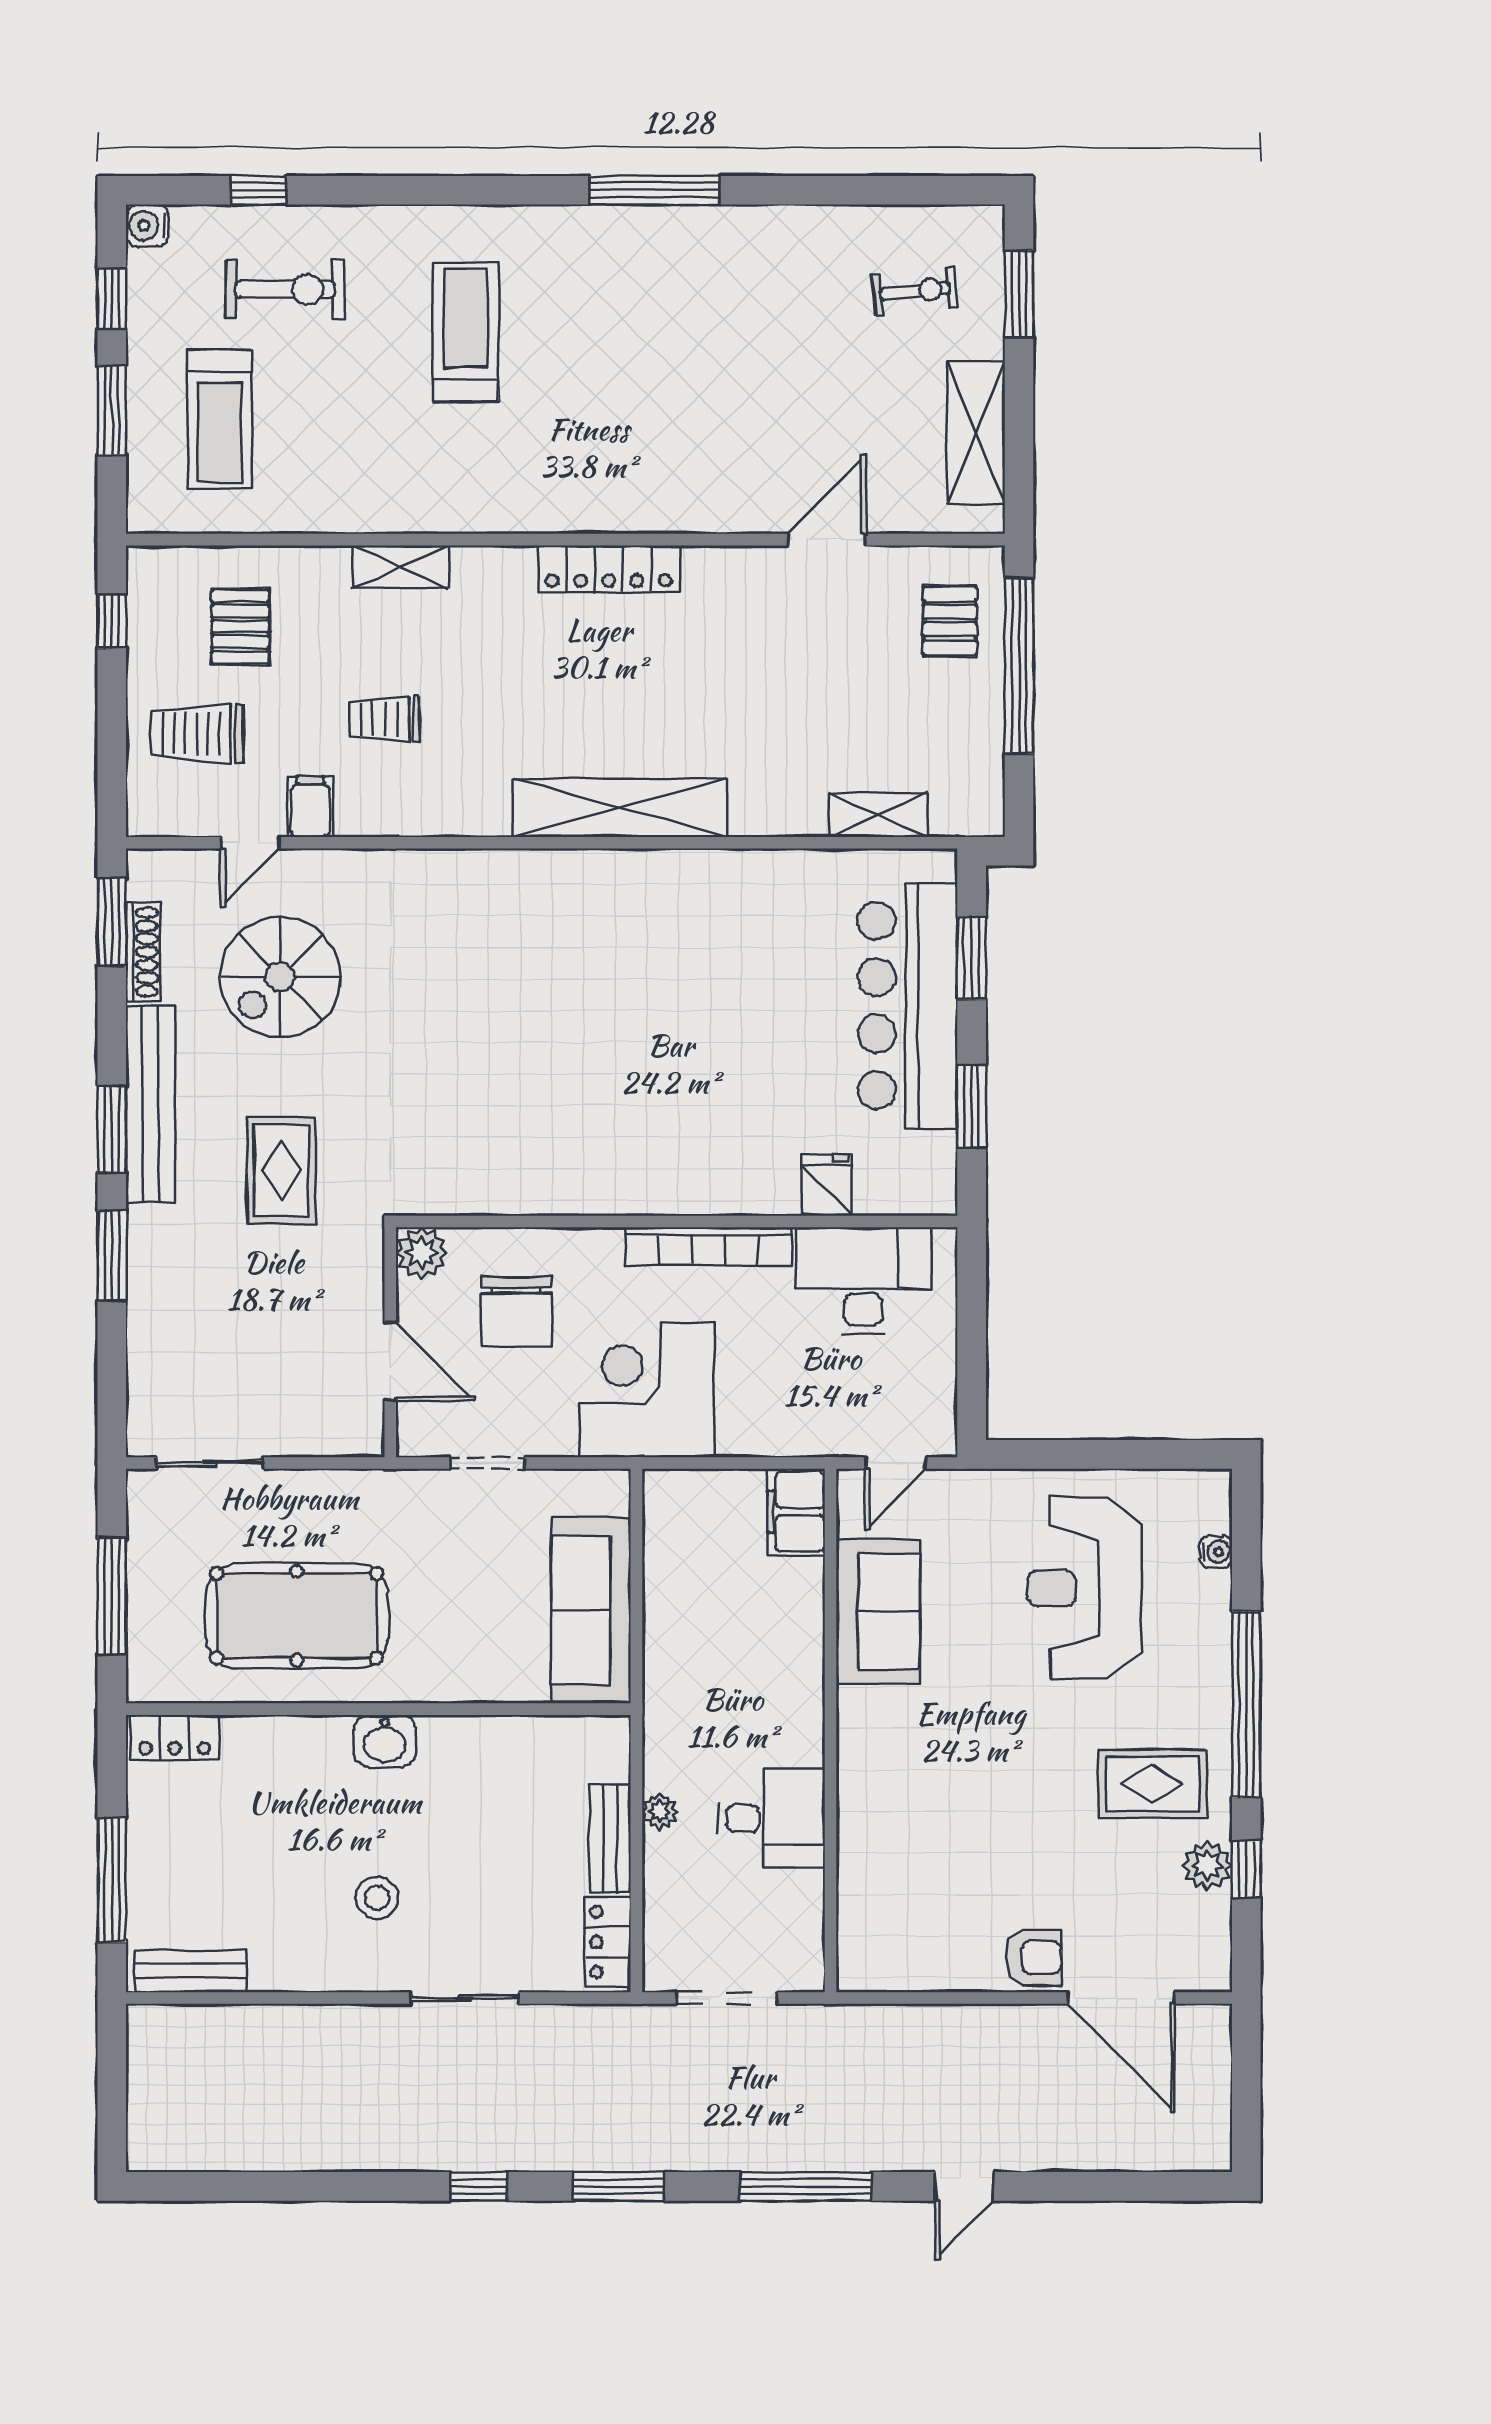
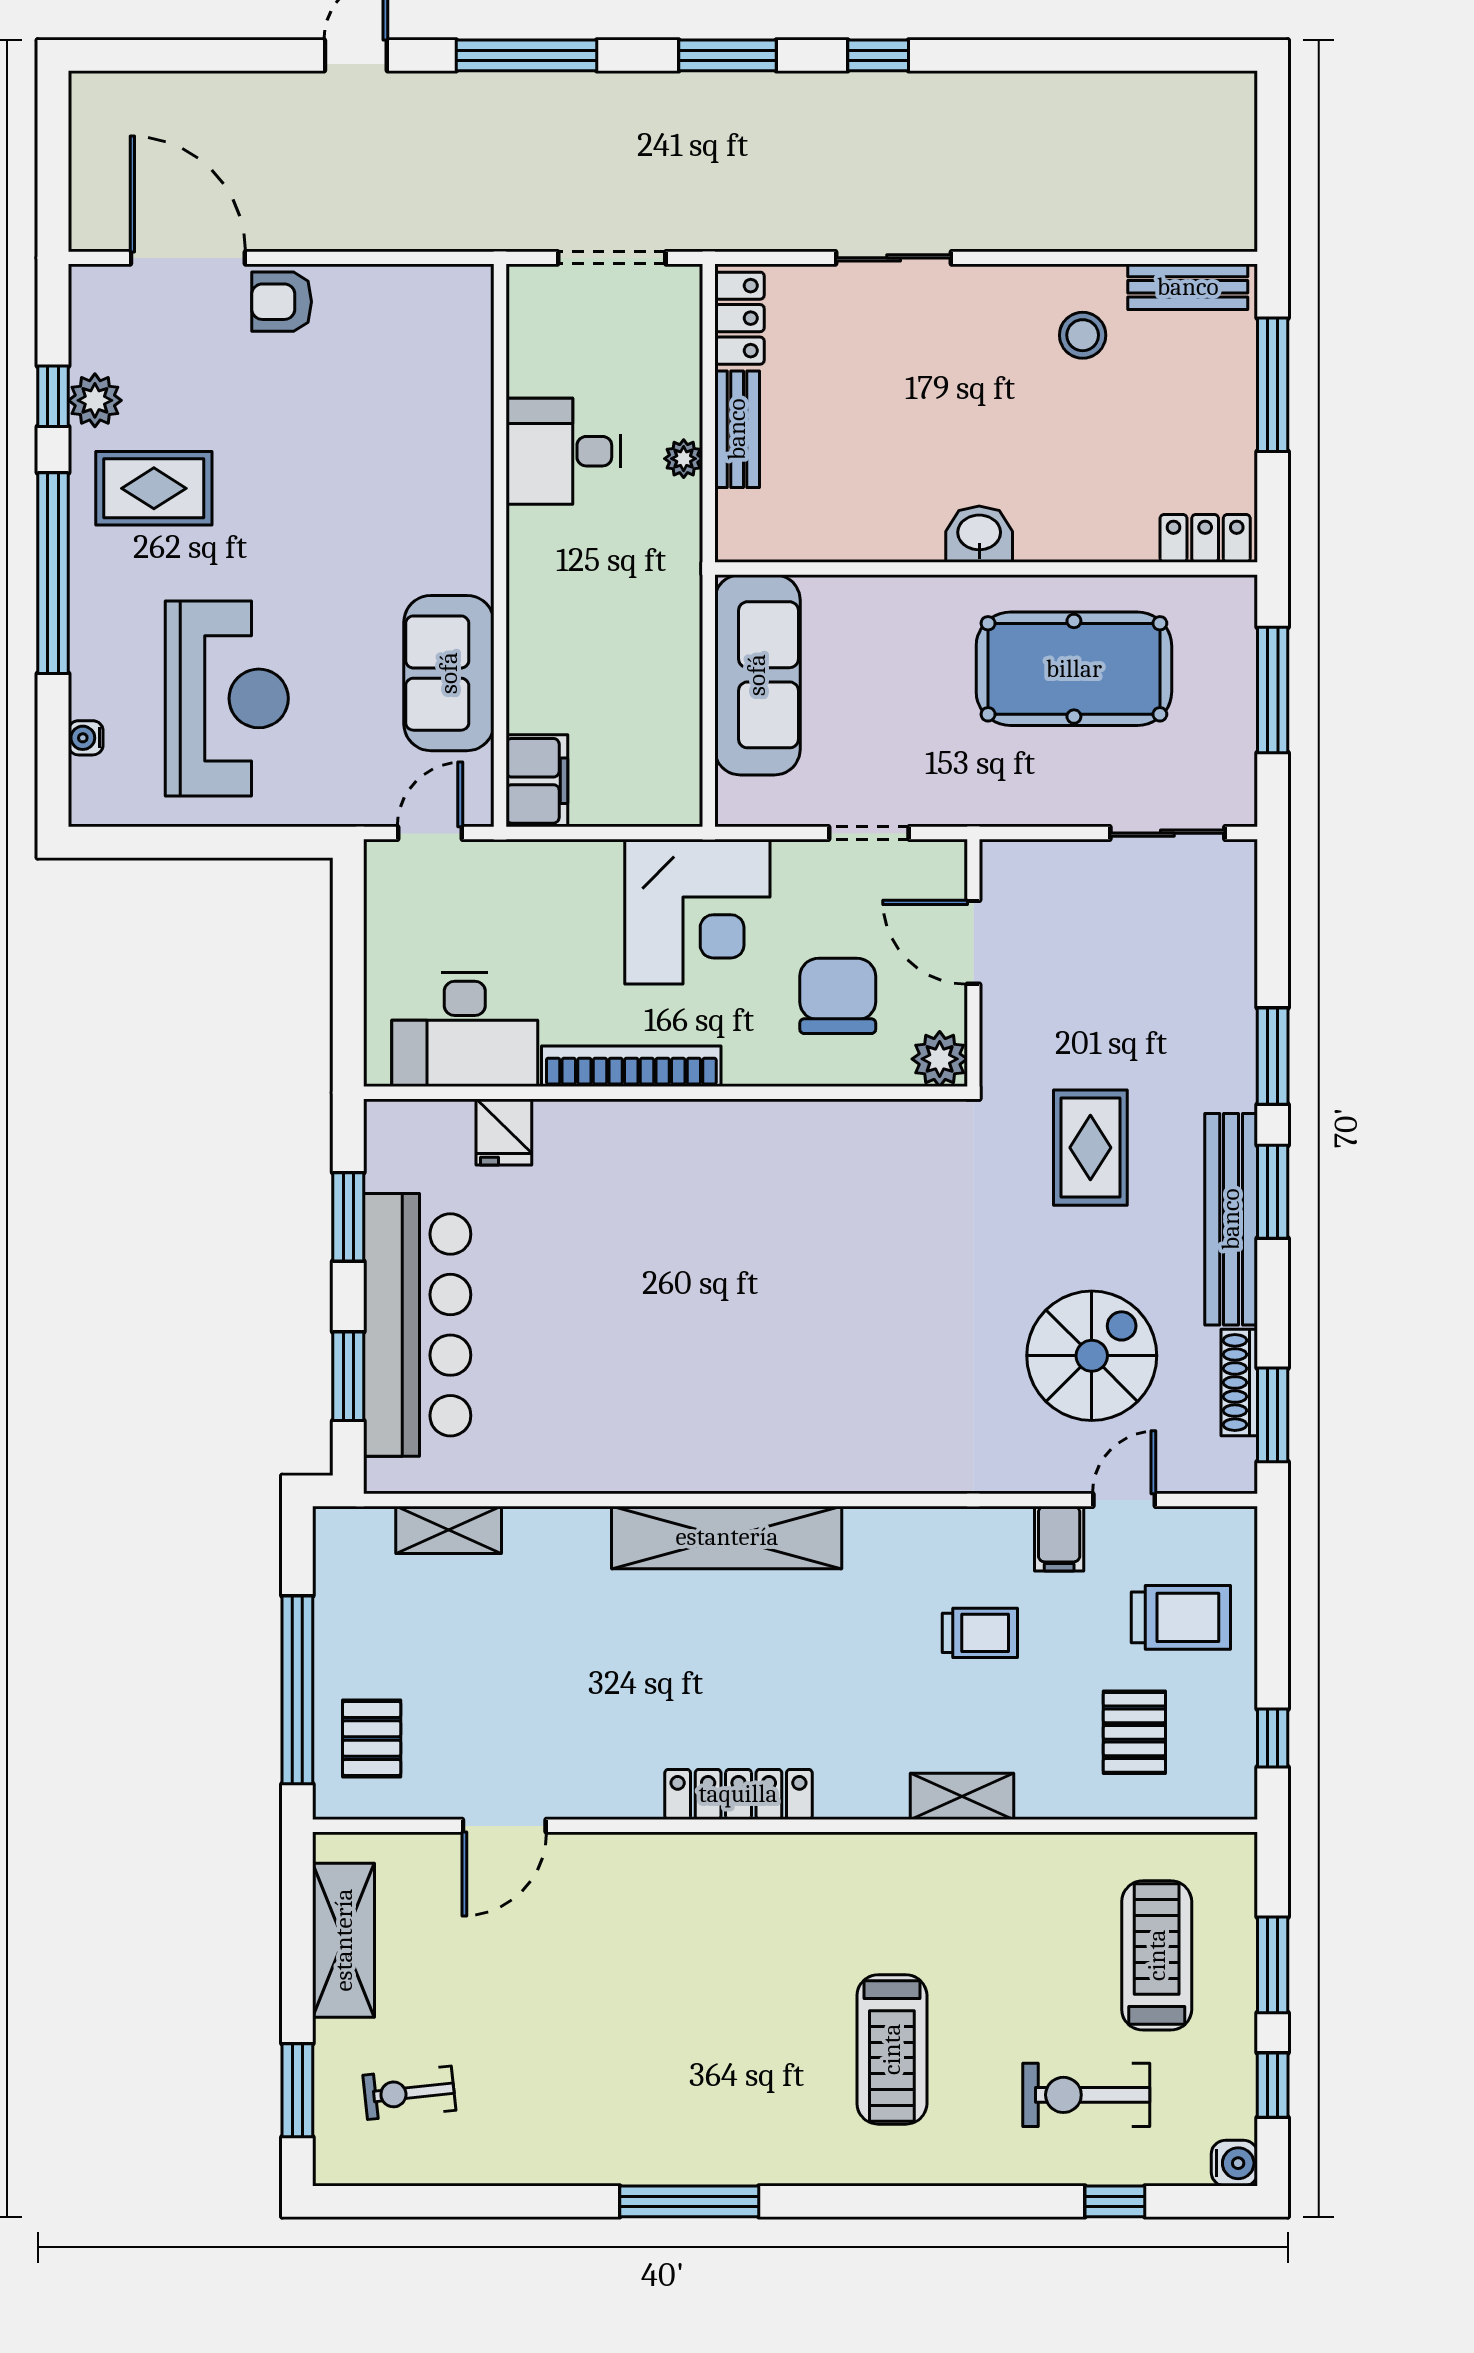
stool: (377, 1898) -> (1083, 335), moved

